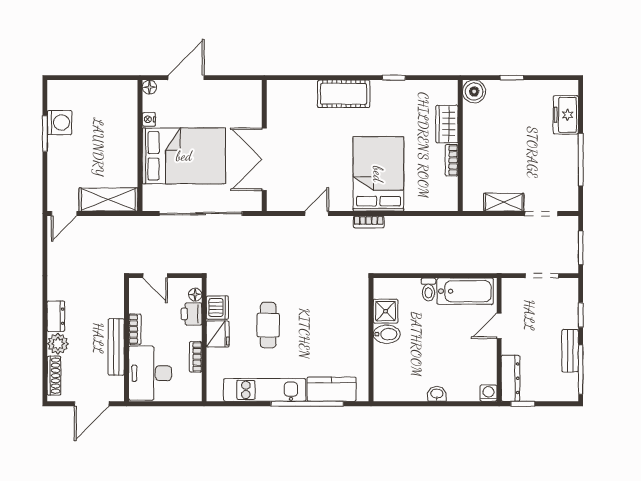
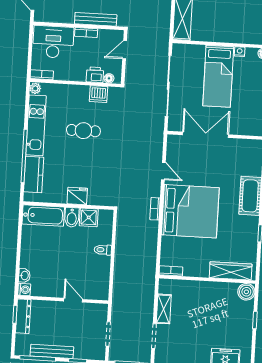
wardrobe: (447, 124) -> (231, 271), width x1.50
bed: (184, 156) -> (218, 76), width x0.67
bookcase: (452, 160) -> (171, 271), moved
bed: (378, 174) -> (190, 211), width x1.36
bathtub: (465, 291) -> (43, 216), moved, turned -90
fridge: (218, 334) -> (77, 196), moved, turned 180
bench: (116, 347) -> (96, 19), moved
bench: (570, 351) -> (52, 351), width x1.36
bookcase: (196, 357) -> (42, 75), moved
dresser: (511, 378) -> (23, 316), moved, turned -90
plant: (215, 394) -> (35, 88), added
washbasin: (437, 394) -> (24, 276), moved

